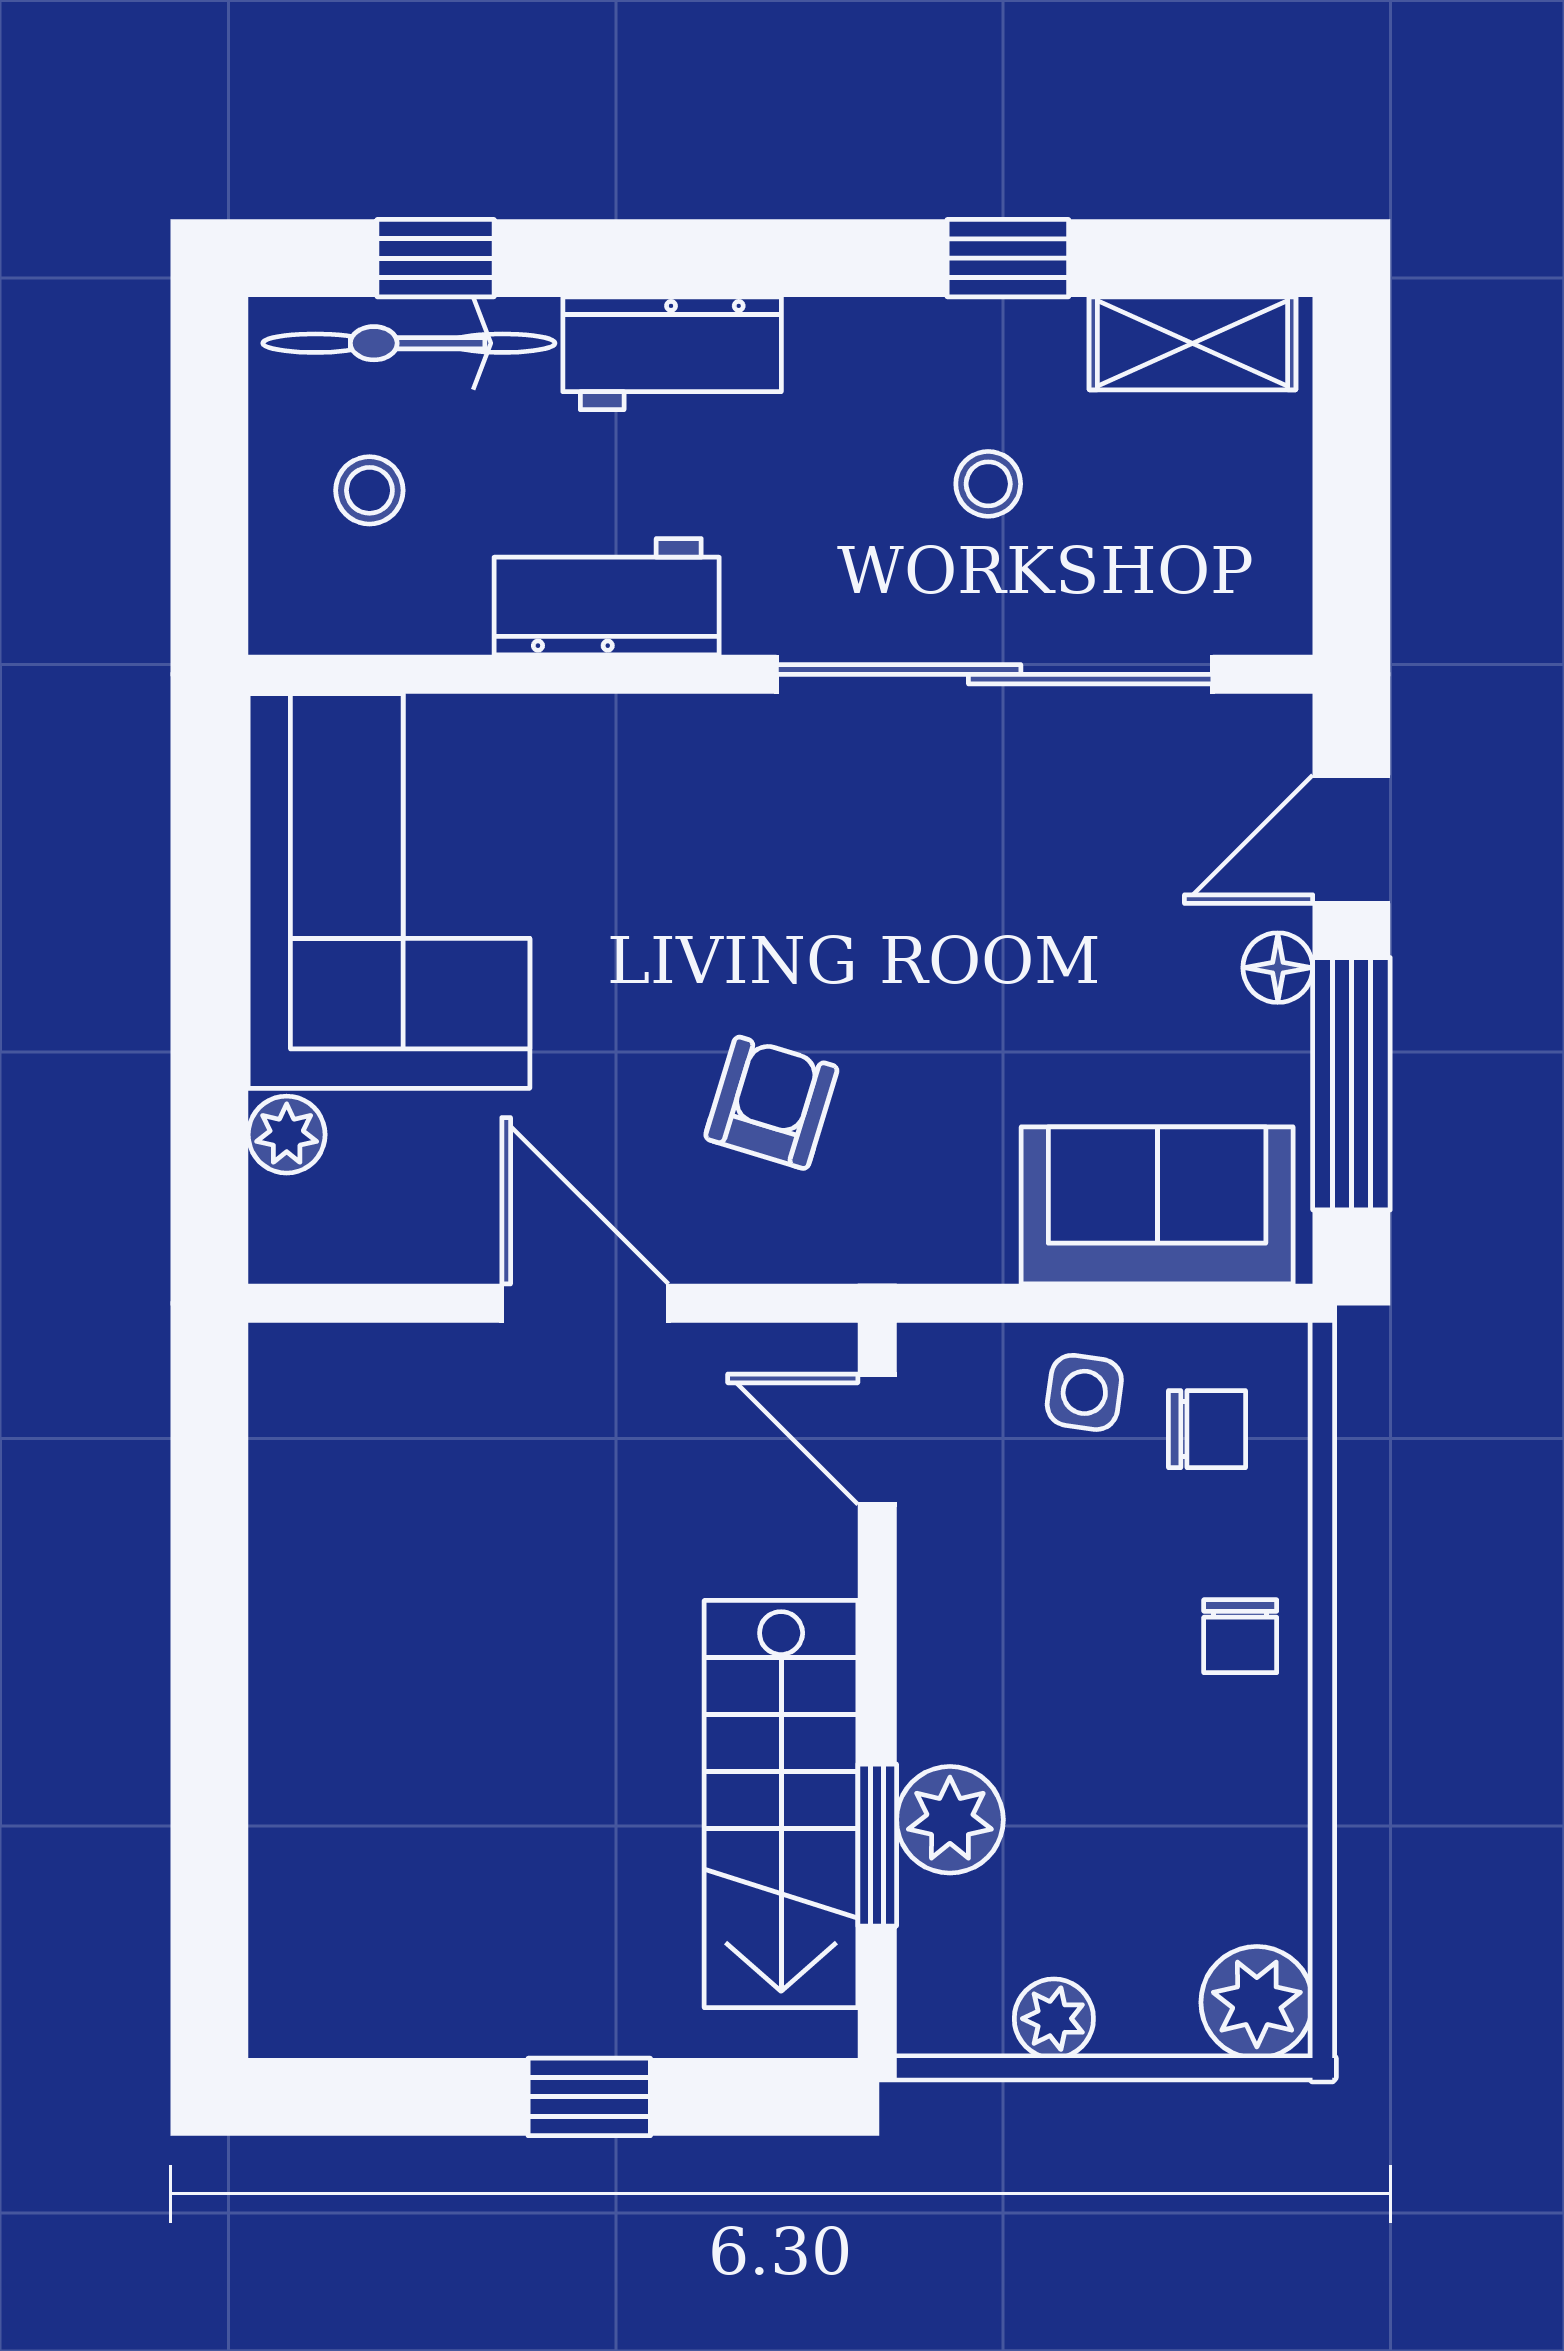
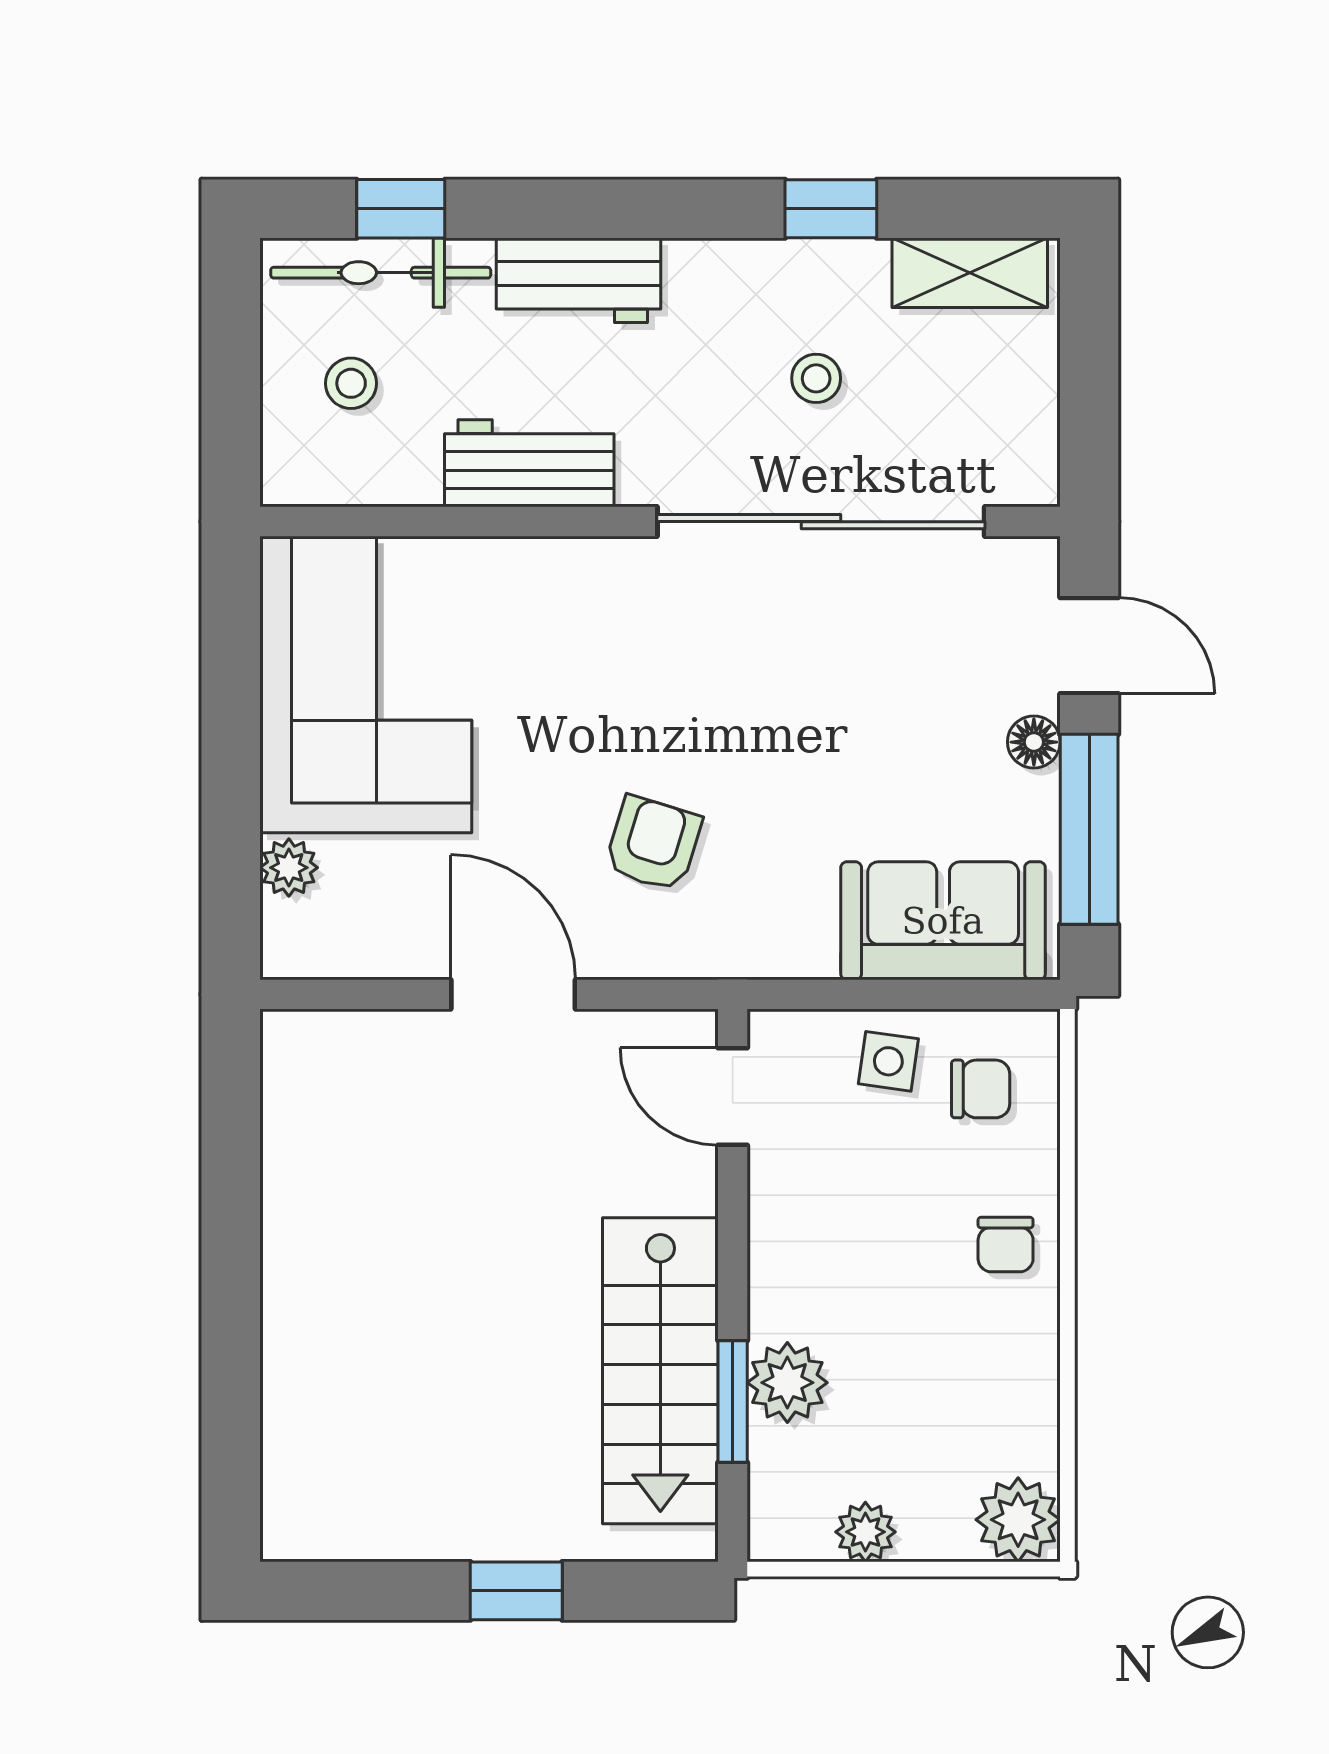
door: (1351, 839) -> (1089, 646), swing flipped

